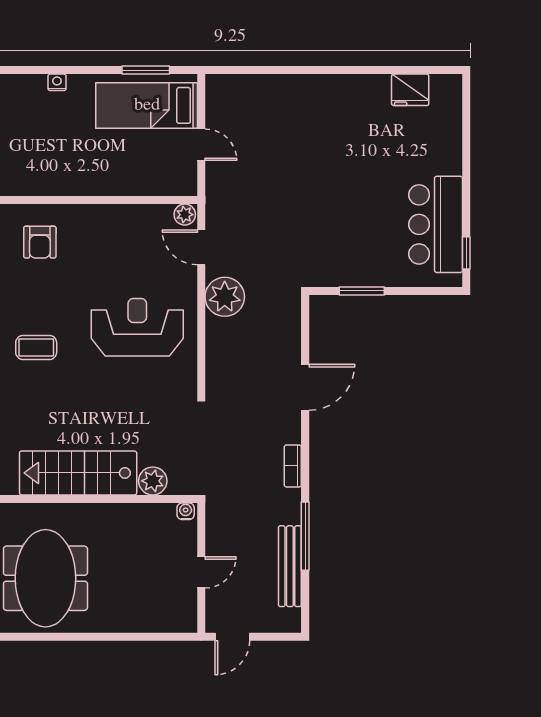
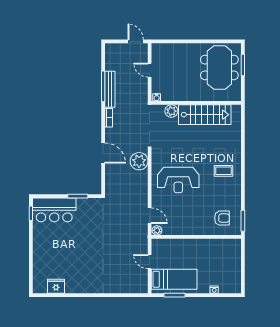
bar counter: (436, 224) -> (54, 210), moved, turned 90
armchair: (40, 242) -> (222, 218), turned 90
plant: (225, 297) -> (139, 161), moved
door: (305, 387) -> (103, 153), swing flipped
bench: (290, 566) -> (110, 89), moved
door: (201, 572) -> (150, 70), hinge flipped
door: (232, 637) -> (136, 41), hinge flipped

